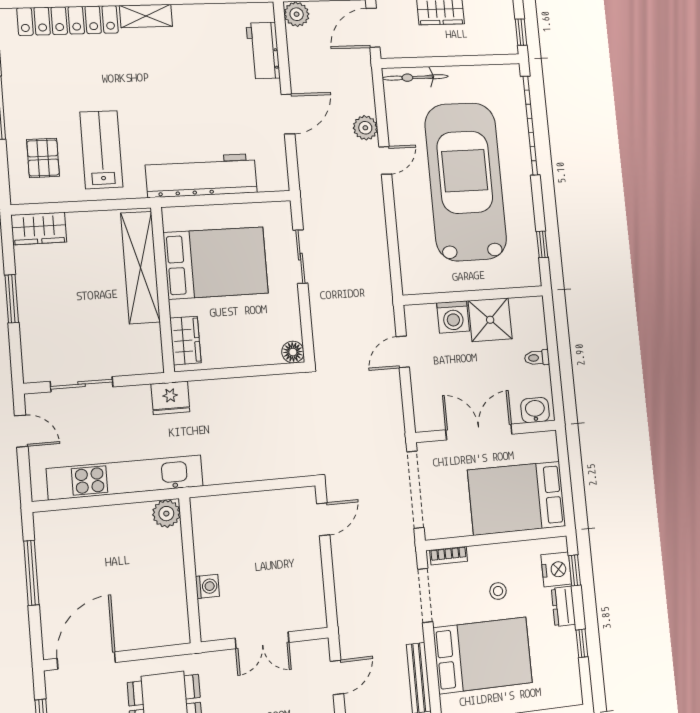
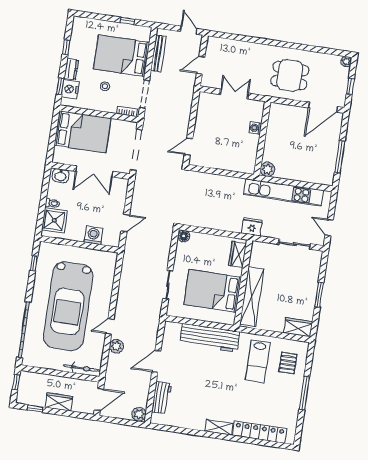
shower: (490, 320) -> (54, 220), moved

